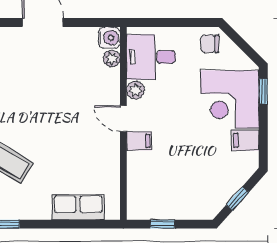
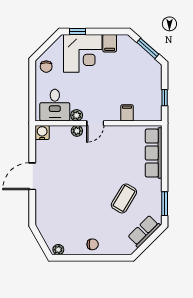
plant: (112, 59) -> (77, 131), moved
filing cabinet: (139, 141) -> (127, 113), moved
window: (237, 199) -> (148, 48), width x1.50
row of seats: (78, 207) -> (154, 153), width x1.48

